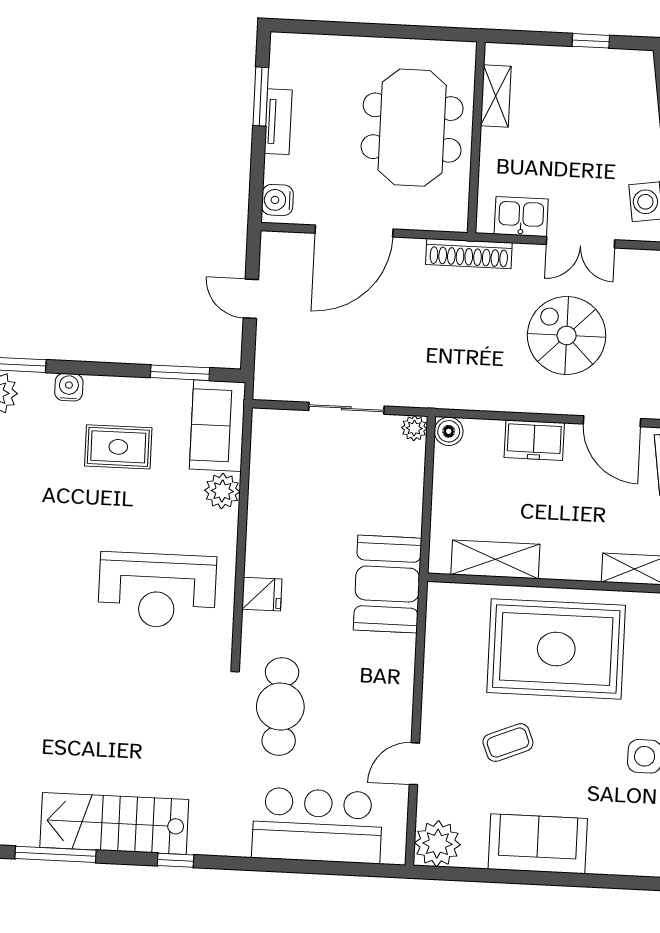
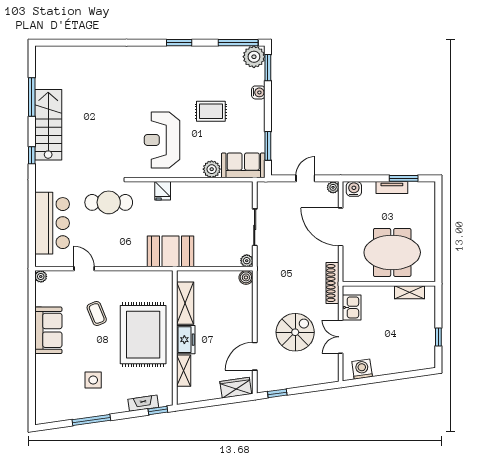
plant: (272, 243) -> (333, 187), added
freezer: (534, 440) -> (186, 340), moved, turned 180
rug: (118, 447) -> (211, 111), moved, turned 90
plant: (437, 844) -> (41, 276), width x0.53, depth x0.53

